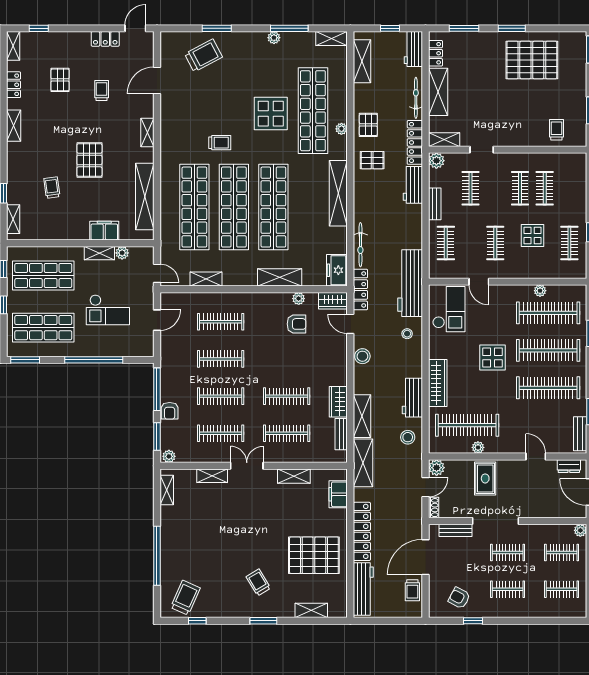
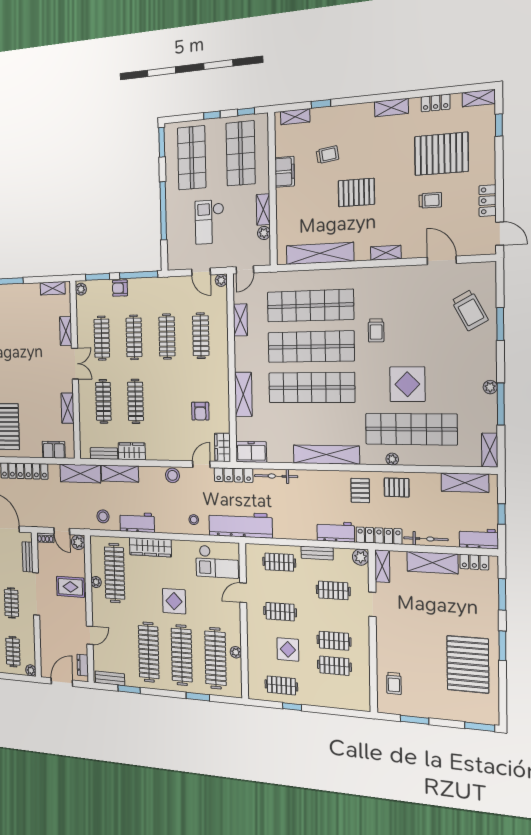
pallet: (60, 80) -> (441, 154), width x2.05, depth x2.00
trolley: (556, 130) -> (394, 683), turned 90
filing cabinet: (104, 231) -> (285, 172), moved
plant: (299, 299) -> (221, 280), moved

